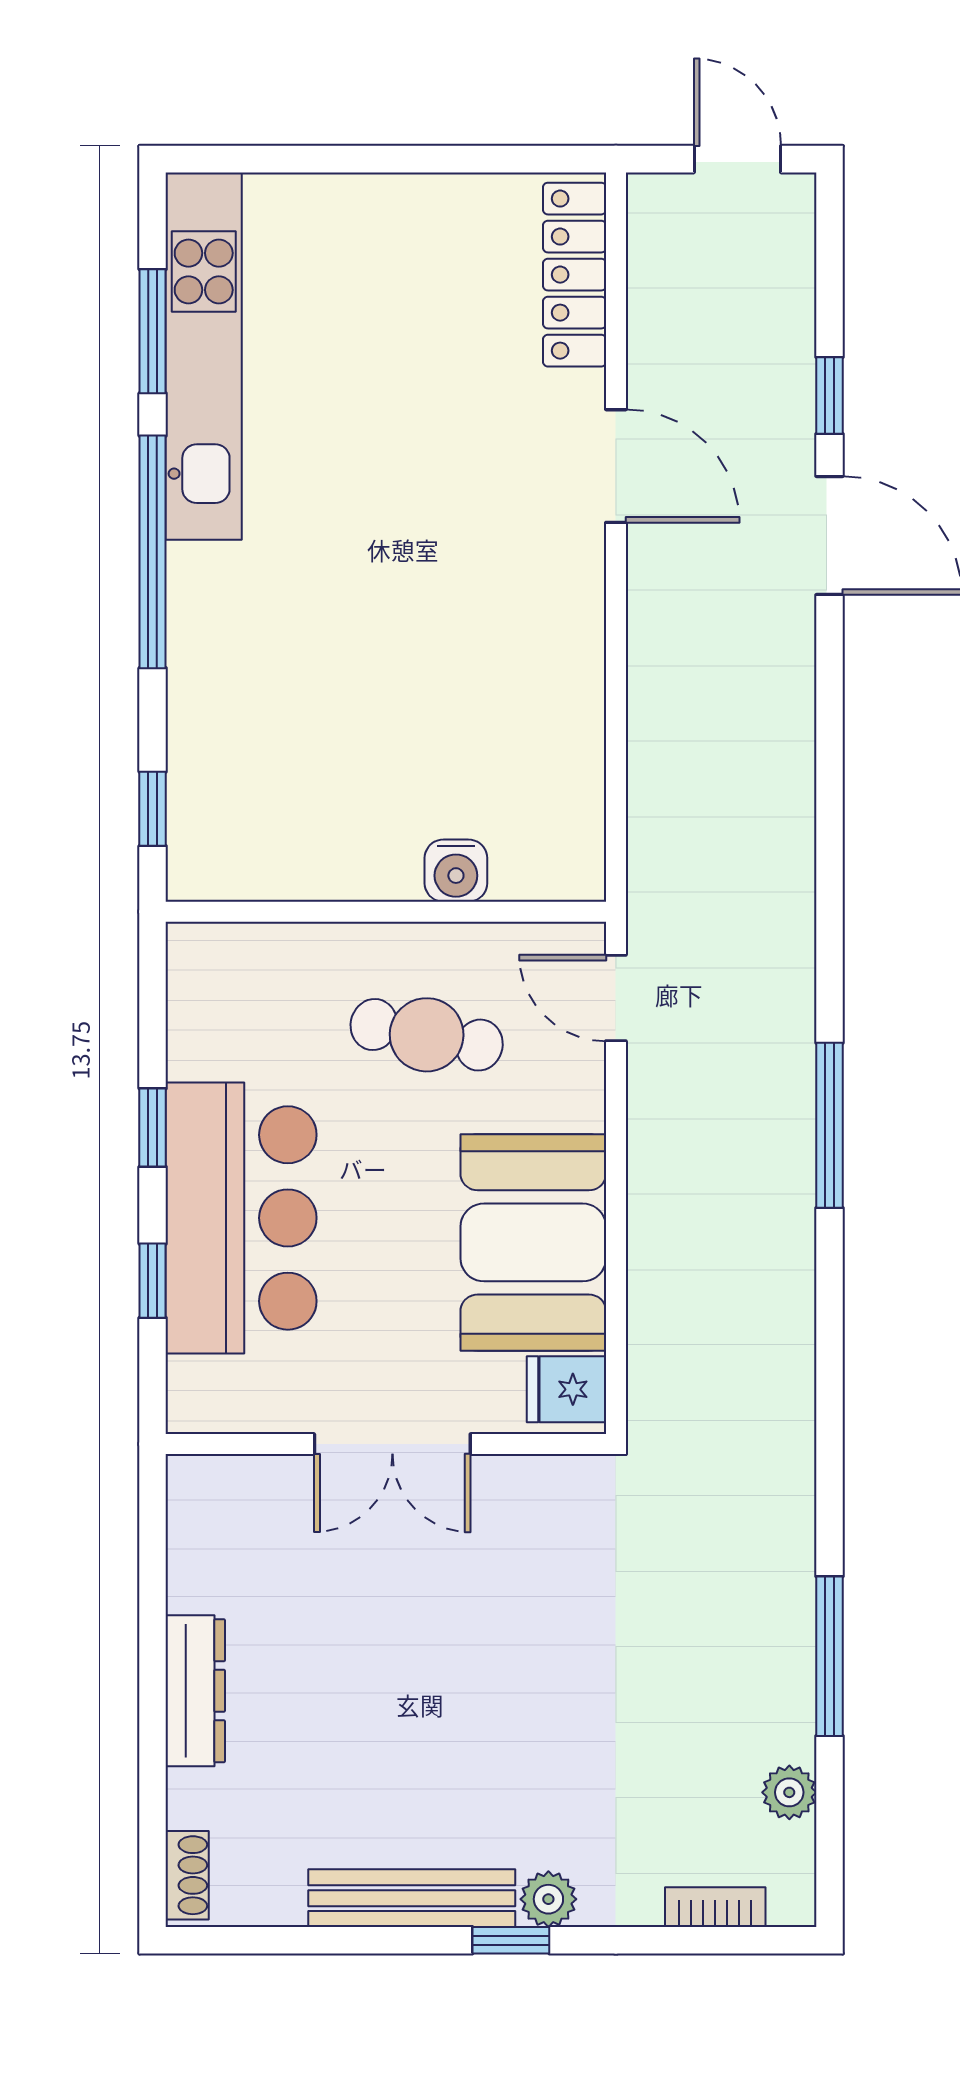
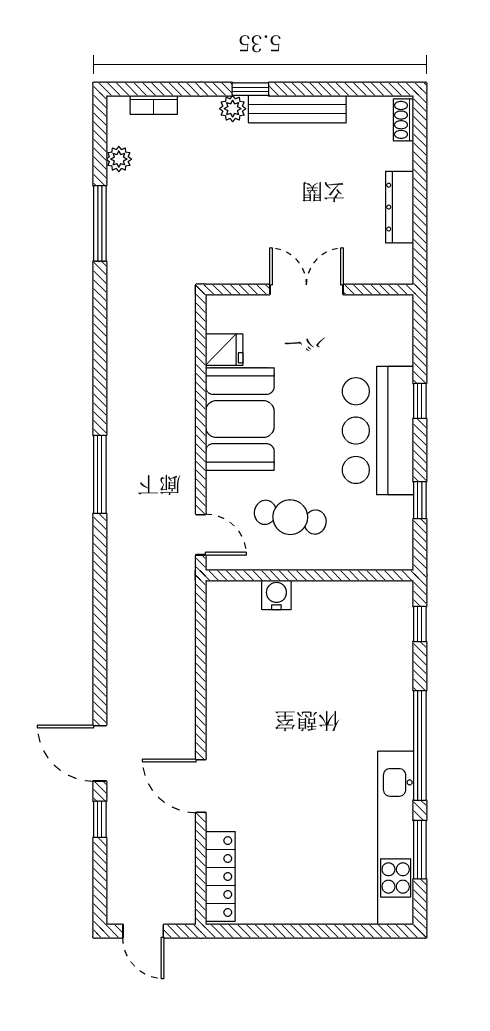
window: (153, 1128) -> (420, 500), moved
wall: (386, 1444) -> (310, 290), moved
double door: (392, 1444) -> (306, 290), moved

